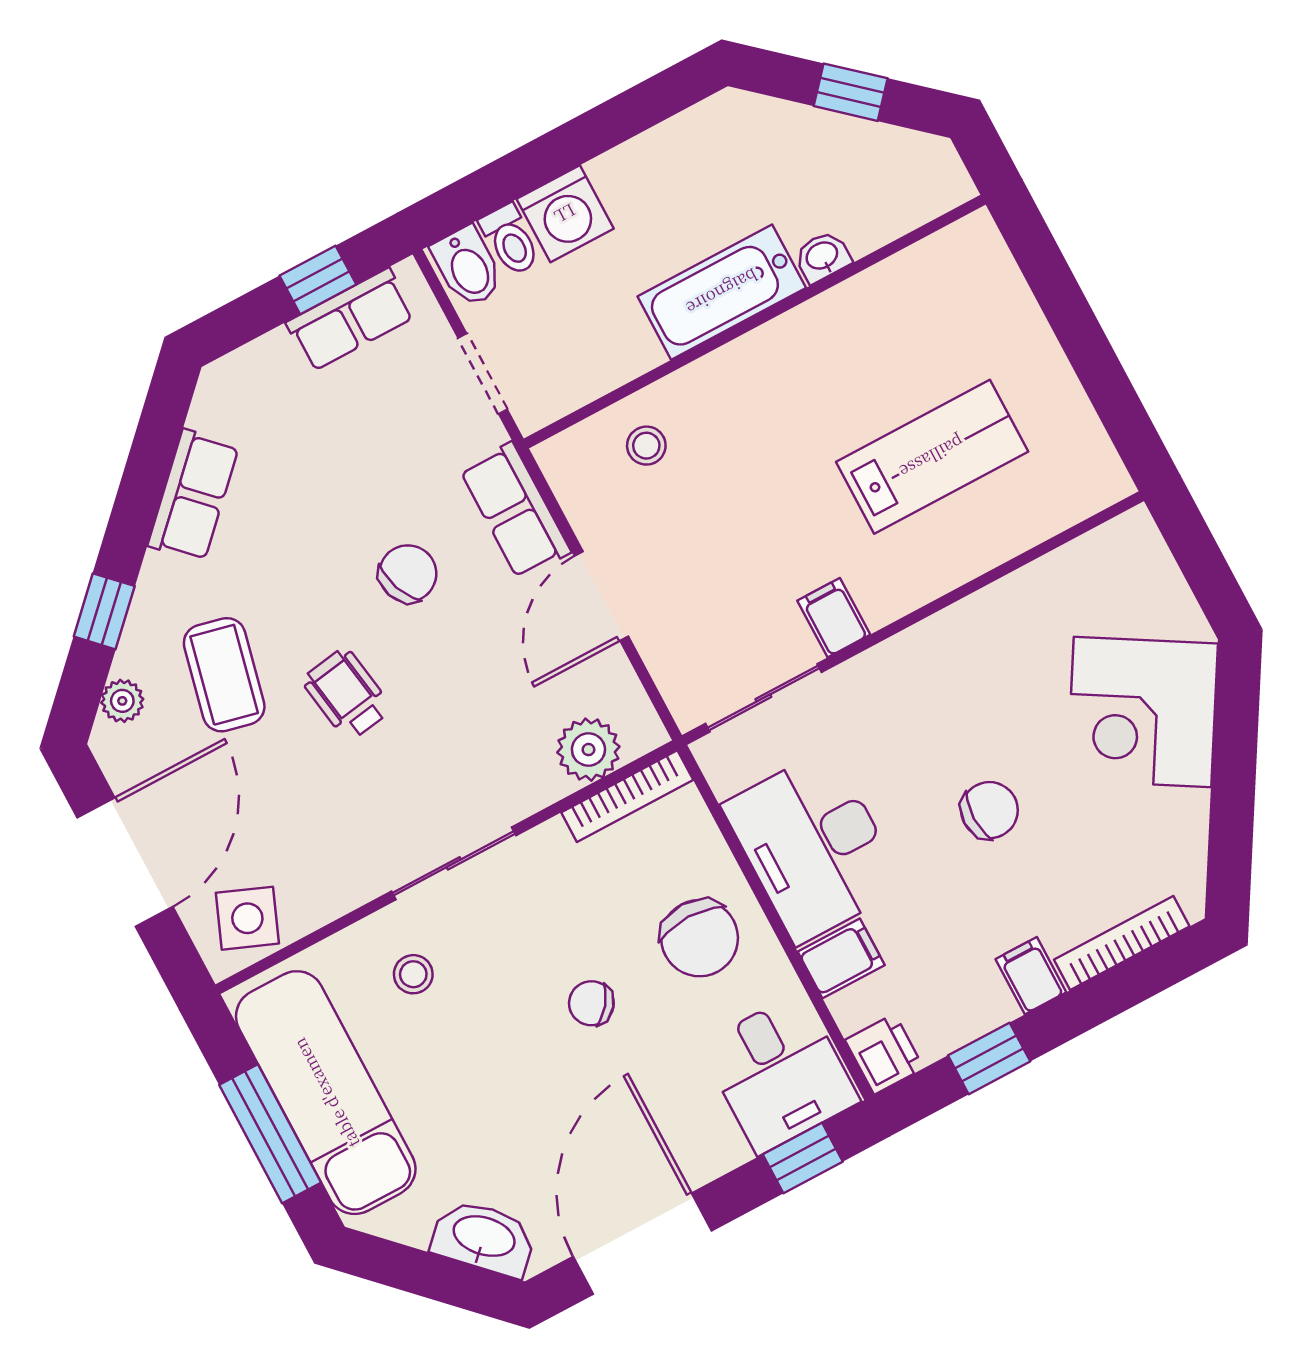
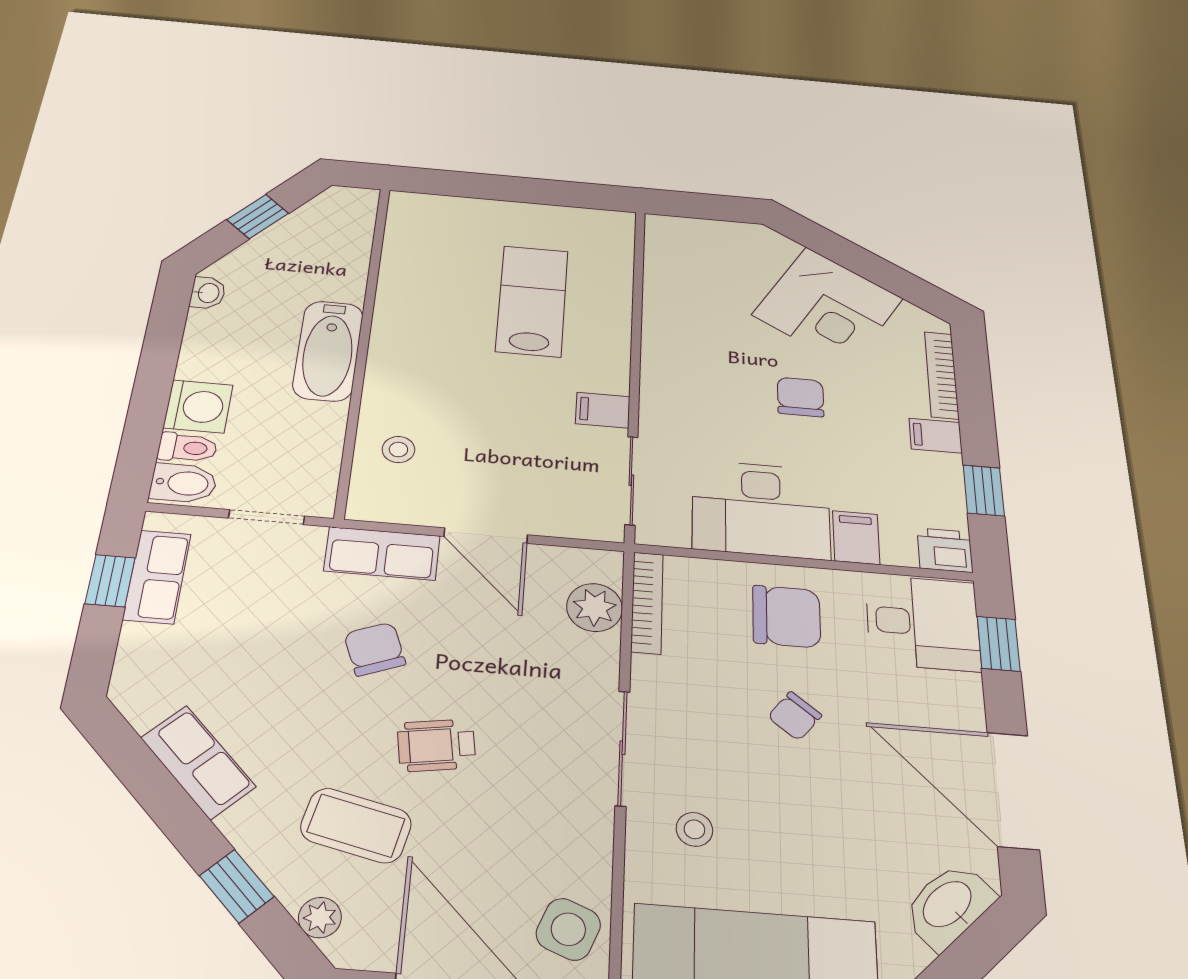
washbasin: (822, 257) -> (208, 293), moved, turned 180
corner desk: (1142, 712) -> (828, 307), moved

